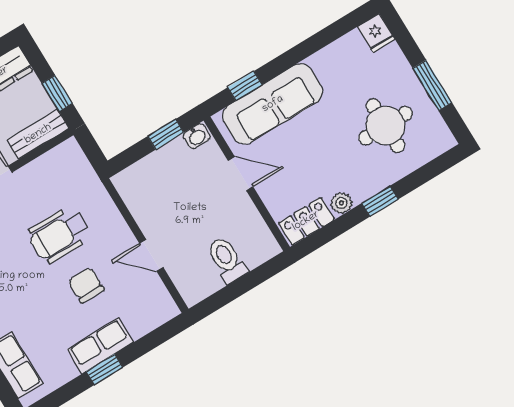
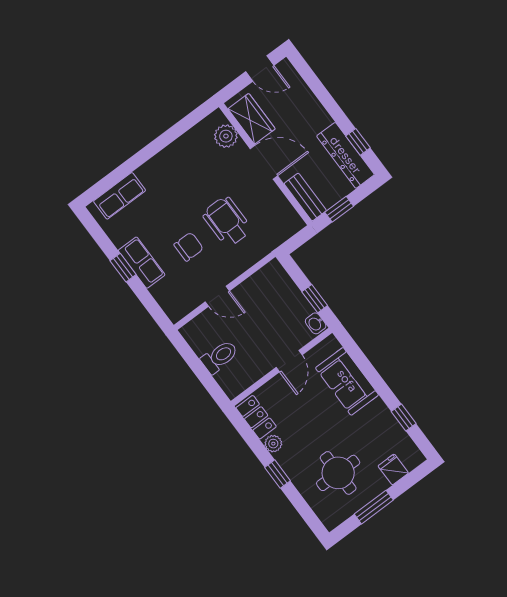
fridge: (376, 33) -> (393, 469), moved, turned 90
window: (245, 86) -> (404, 417), moved
sofa: (273, 104) -> (347, 381), width x0.73
door: (151, 255) -> (217, 296), swing flipped

